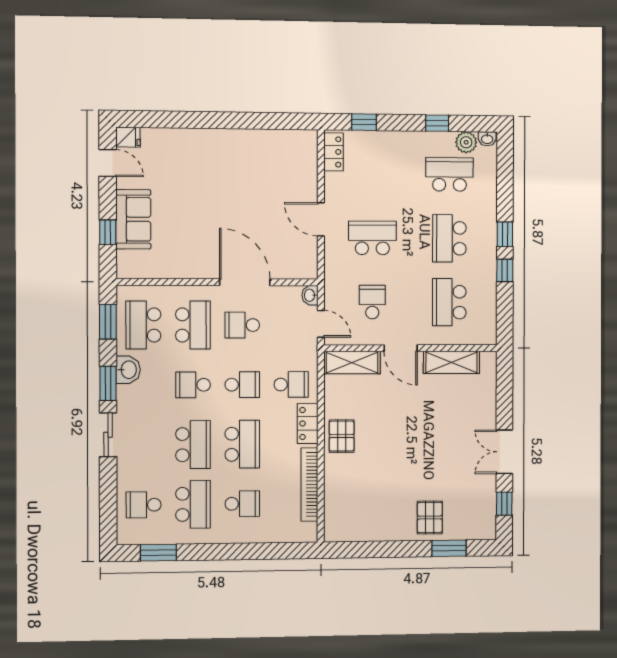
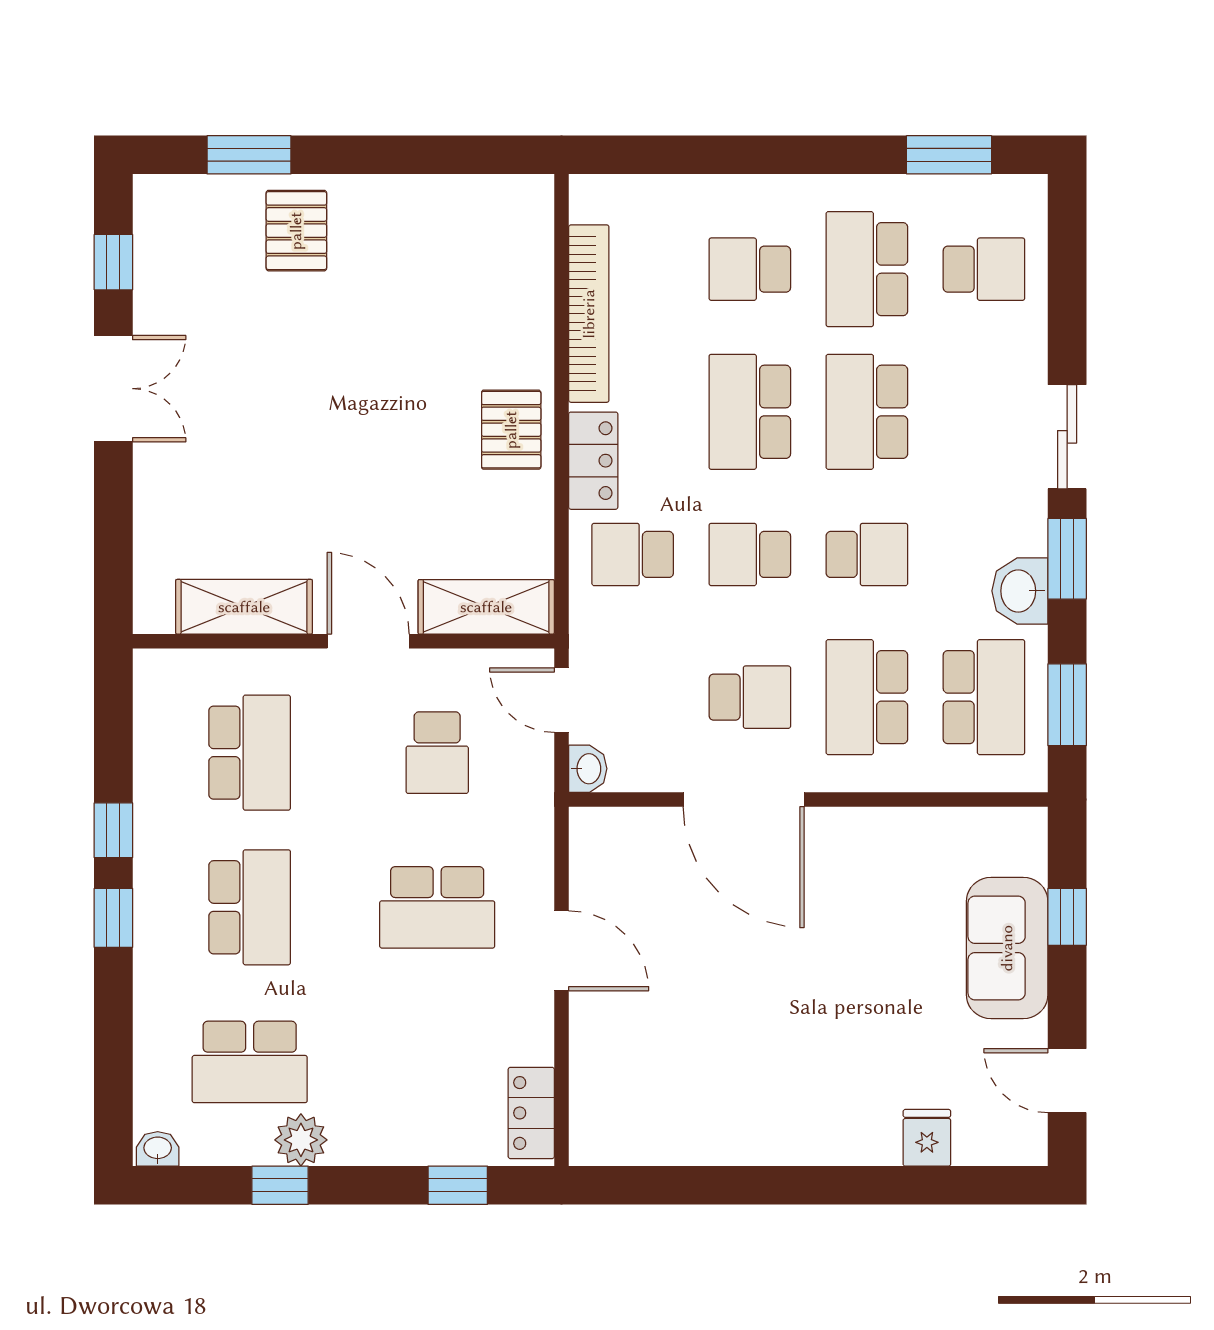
fridge: (128, 137) -> (927, 1138), moved, turned 90
plant: (466, 142) -> (301, 1140), moved

